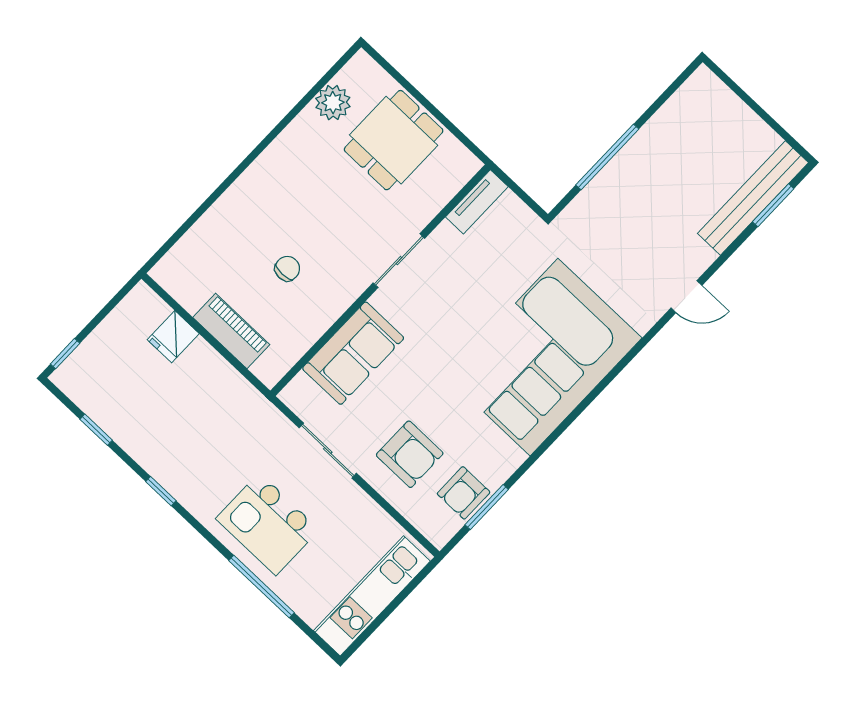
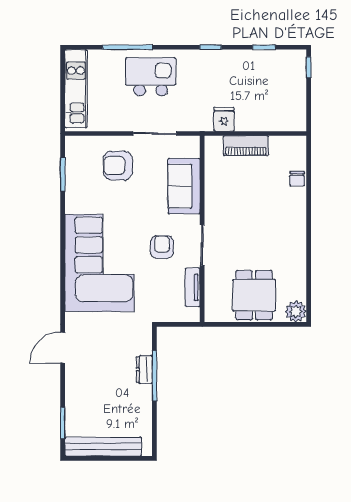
plant: (333, 103) -> (296, 312), moved
dresser: (612, 176) -> (144, 370), added
bench: (753, 198) -> (103, 447), moved, turned 90
tv unit: (477, 202) -> (193, 287), moved
chair: (287, 269) -> (297, 179), moved
door: (686, 297) -> (63, 348), width x1.38
fridge: (173, 337) -> (224, 119), moved
armchair: (464, 493) -> (162, 247), moved

